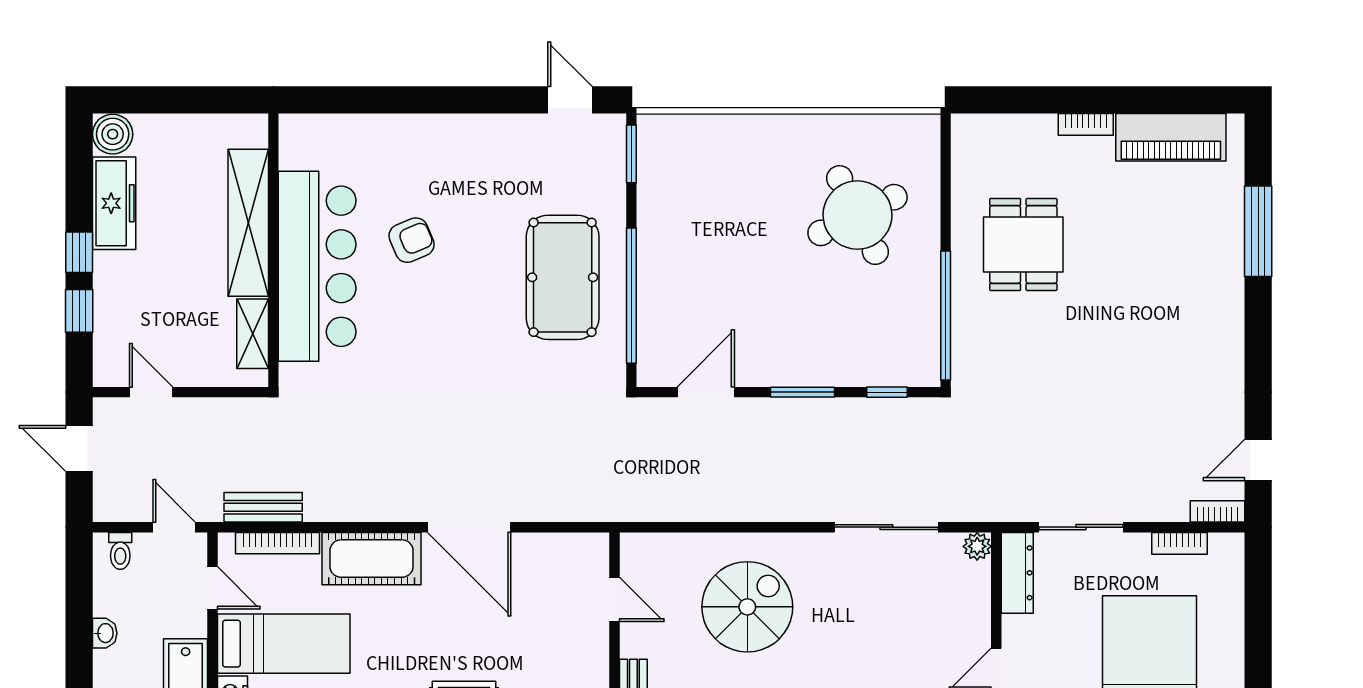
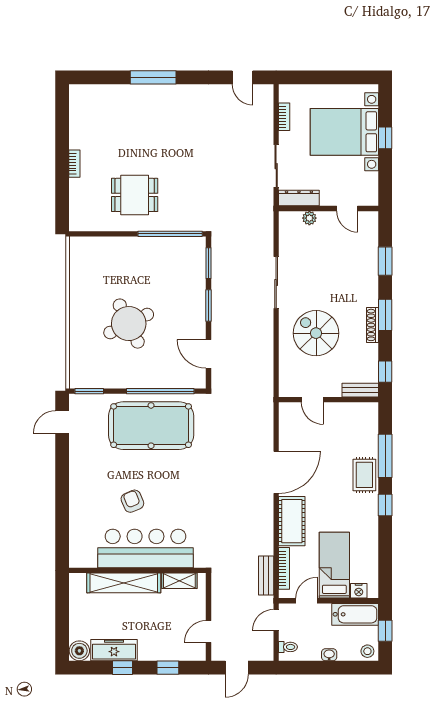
piano: (1171, 137) -> (81, 121), removed
round table: (857, 215) -> (129, 324), moved
window: (1258, 231) -> (153, 77), moved
window: (79, 252) -> (123, 668), moved
pool table: (563, 277) -> (151, 426), width x1.36, depth x1.32
window: (887, 392) -> (209, 263), width x1.50
bookcase: (1218, 511) -> (268, 98), removed
sliding door: (886, 527) -> (276, 282), moved
plant: (977, 546) -> (309, 218), moved
door: (615, 600) -> (312, 400), swing flipped

